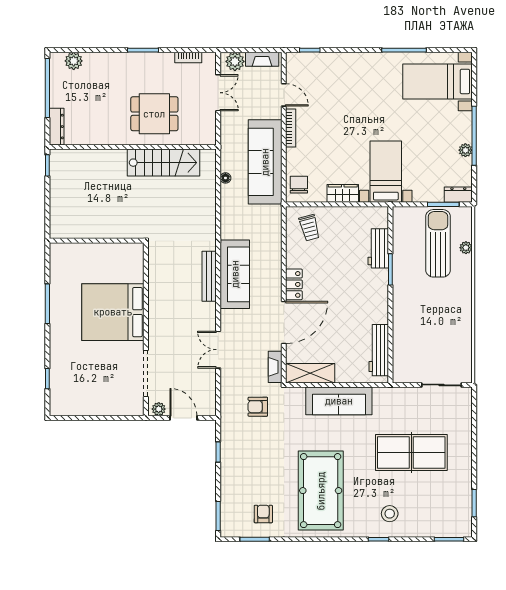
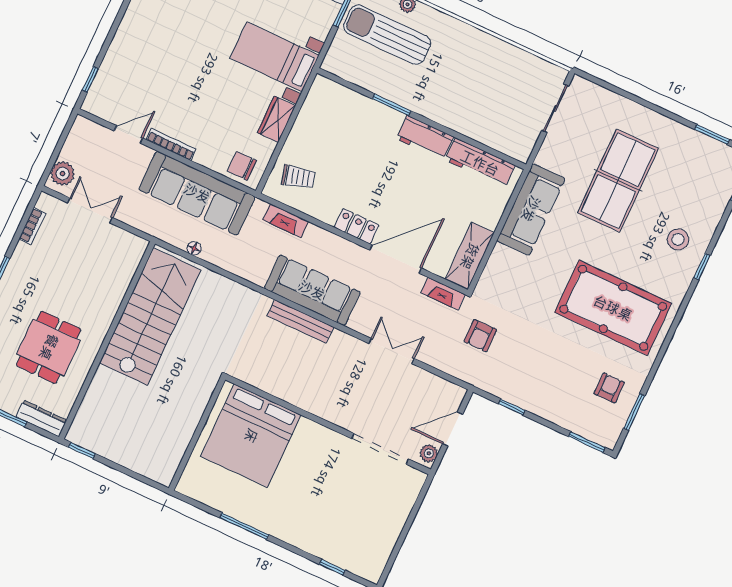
fireplace: (262, 59) -> (286, 221), moved, turned 90
dining table: (154, 114) -> (49, 347), moved
stairs: (163, 163) -> (150, 317), width x1.36, depth x1.51
workbench: (378, 248) -> (425, 138), moved
bed: (113, 312) -> (251, 436), moved
door: (284, 322) -> (396, 259), hinge flipped
double door: (218, 350) -> (391, 351), swing flipped
sofa: (339, 401) -> (531, 209), moved
armchair: (263, 514) -> (609, 388), turned 90

